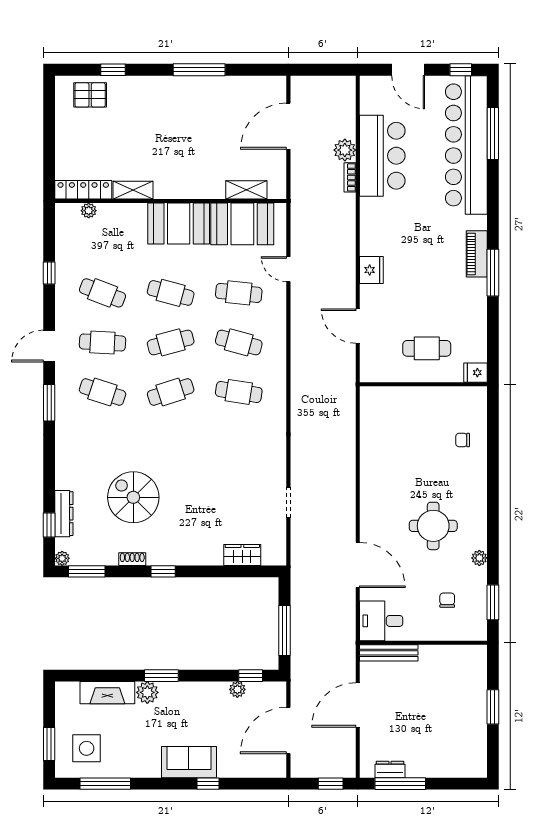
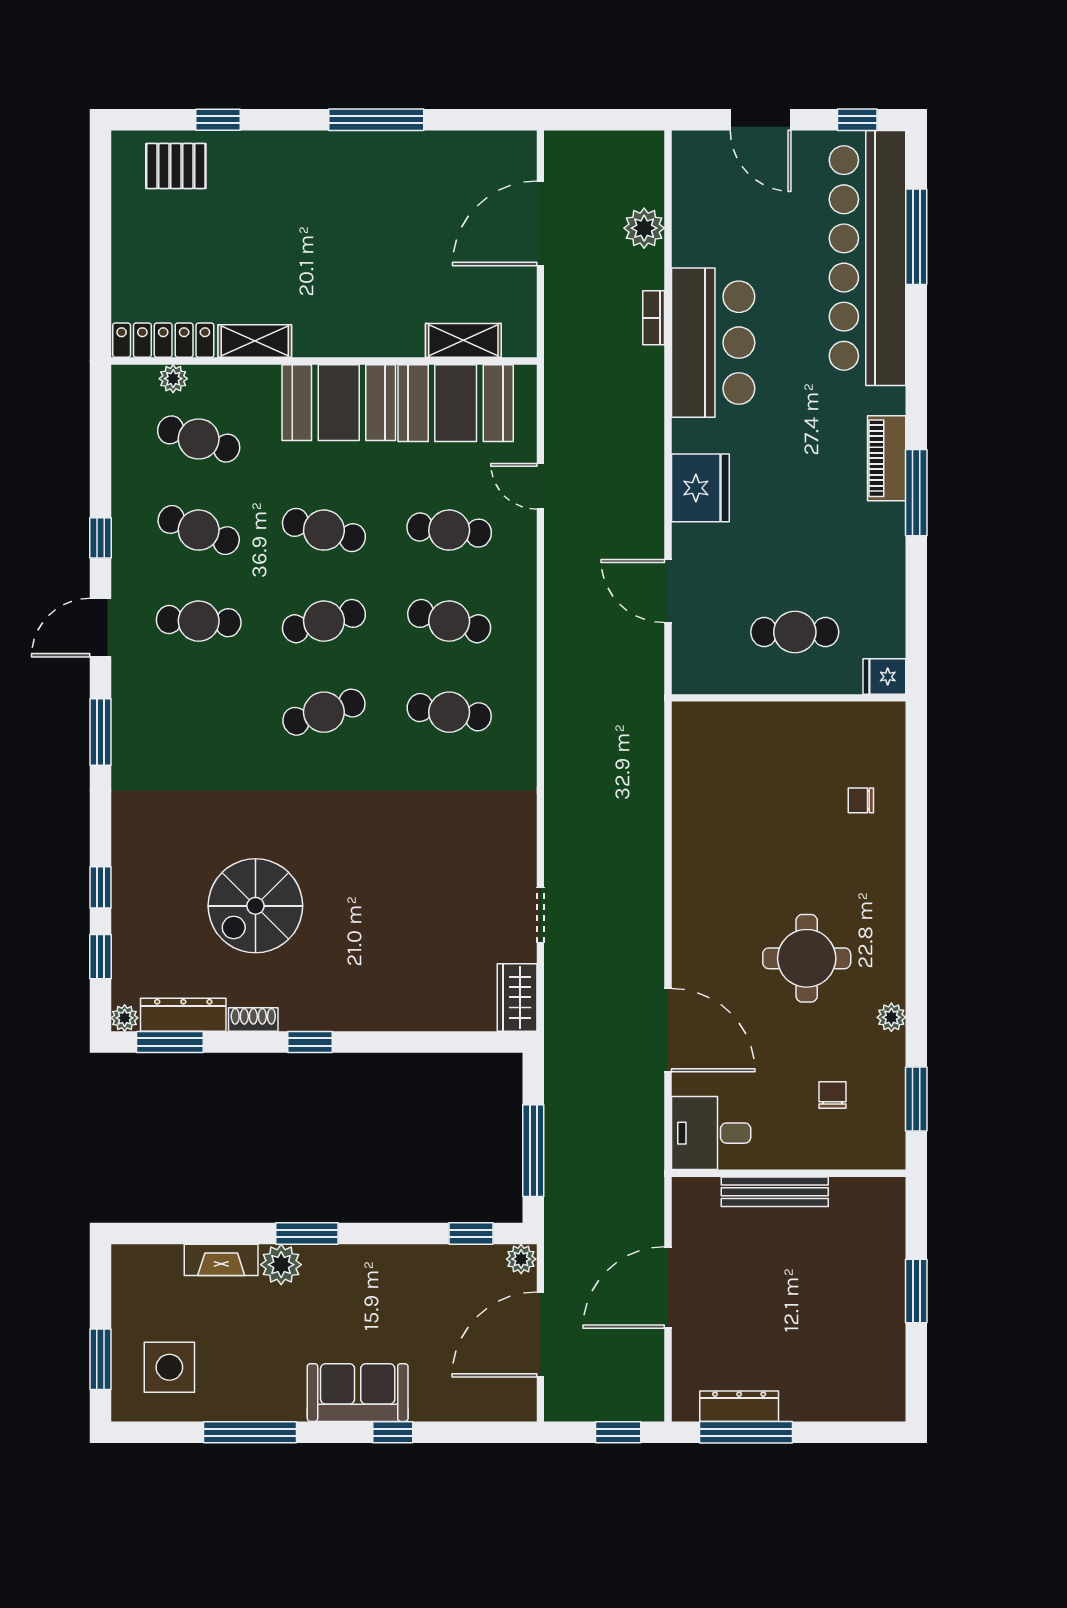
plant: (345, 150) -> (644, 228), moved
bar counter: (382, 156) -> (713, 343), moved
fridge: (371, 270) -> (700, 488), width x1.36, depth x1.34
window: (49, 273) -> (100, 538), moved
cafe table: (102, 392) -> (199, 439), moved
window: (49, 487) -> (100, 887), added
spiral stairs: (133, 497) -> (255, 906), turned -90
dresser: (64, 514) -> (183, 1015), moved, turned -90
wardrobe: (242, 555) -> (517, 997), moved, turned -90
bench: (389, 653) -> (775, 1192), moved
plant: (237, 689) -> (521, 1259), moved
fireplace: (107, 693) -> (221, 1260), width x0.73, depth x0.76
dresser: (390, 770) -> (739, 1406), width x1.44
window: (105, 784) -> (250, 1432), moved

